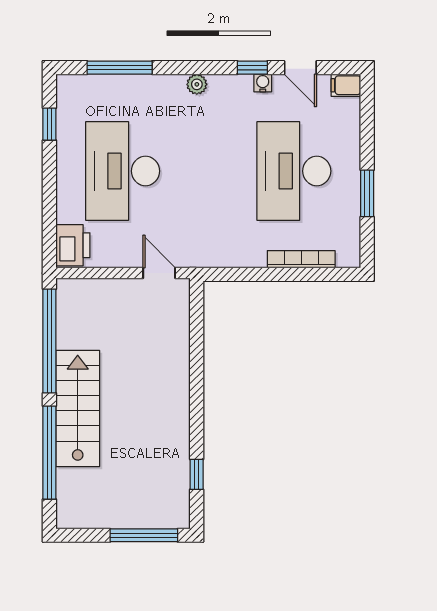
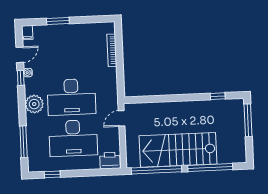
plant: (197, 84) -> (34, 104), width x1.88, depth x1.88
desk: (294, 171) -> (71, 97), moved
window: (367, 193) -> (58, 21), moved
stairs: (78, 409) -> (178, 150), width x1.36, depth x1.51

